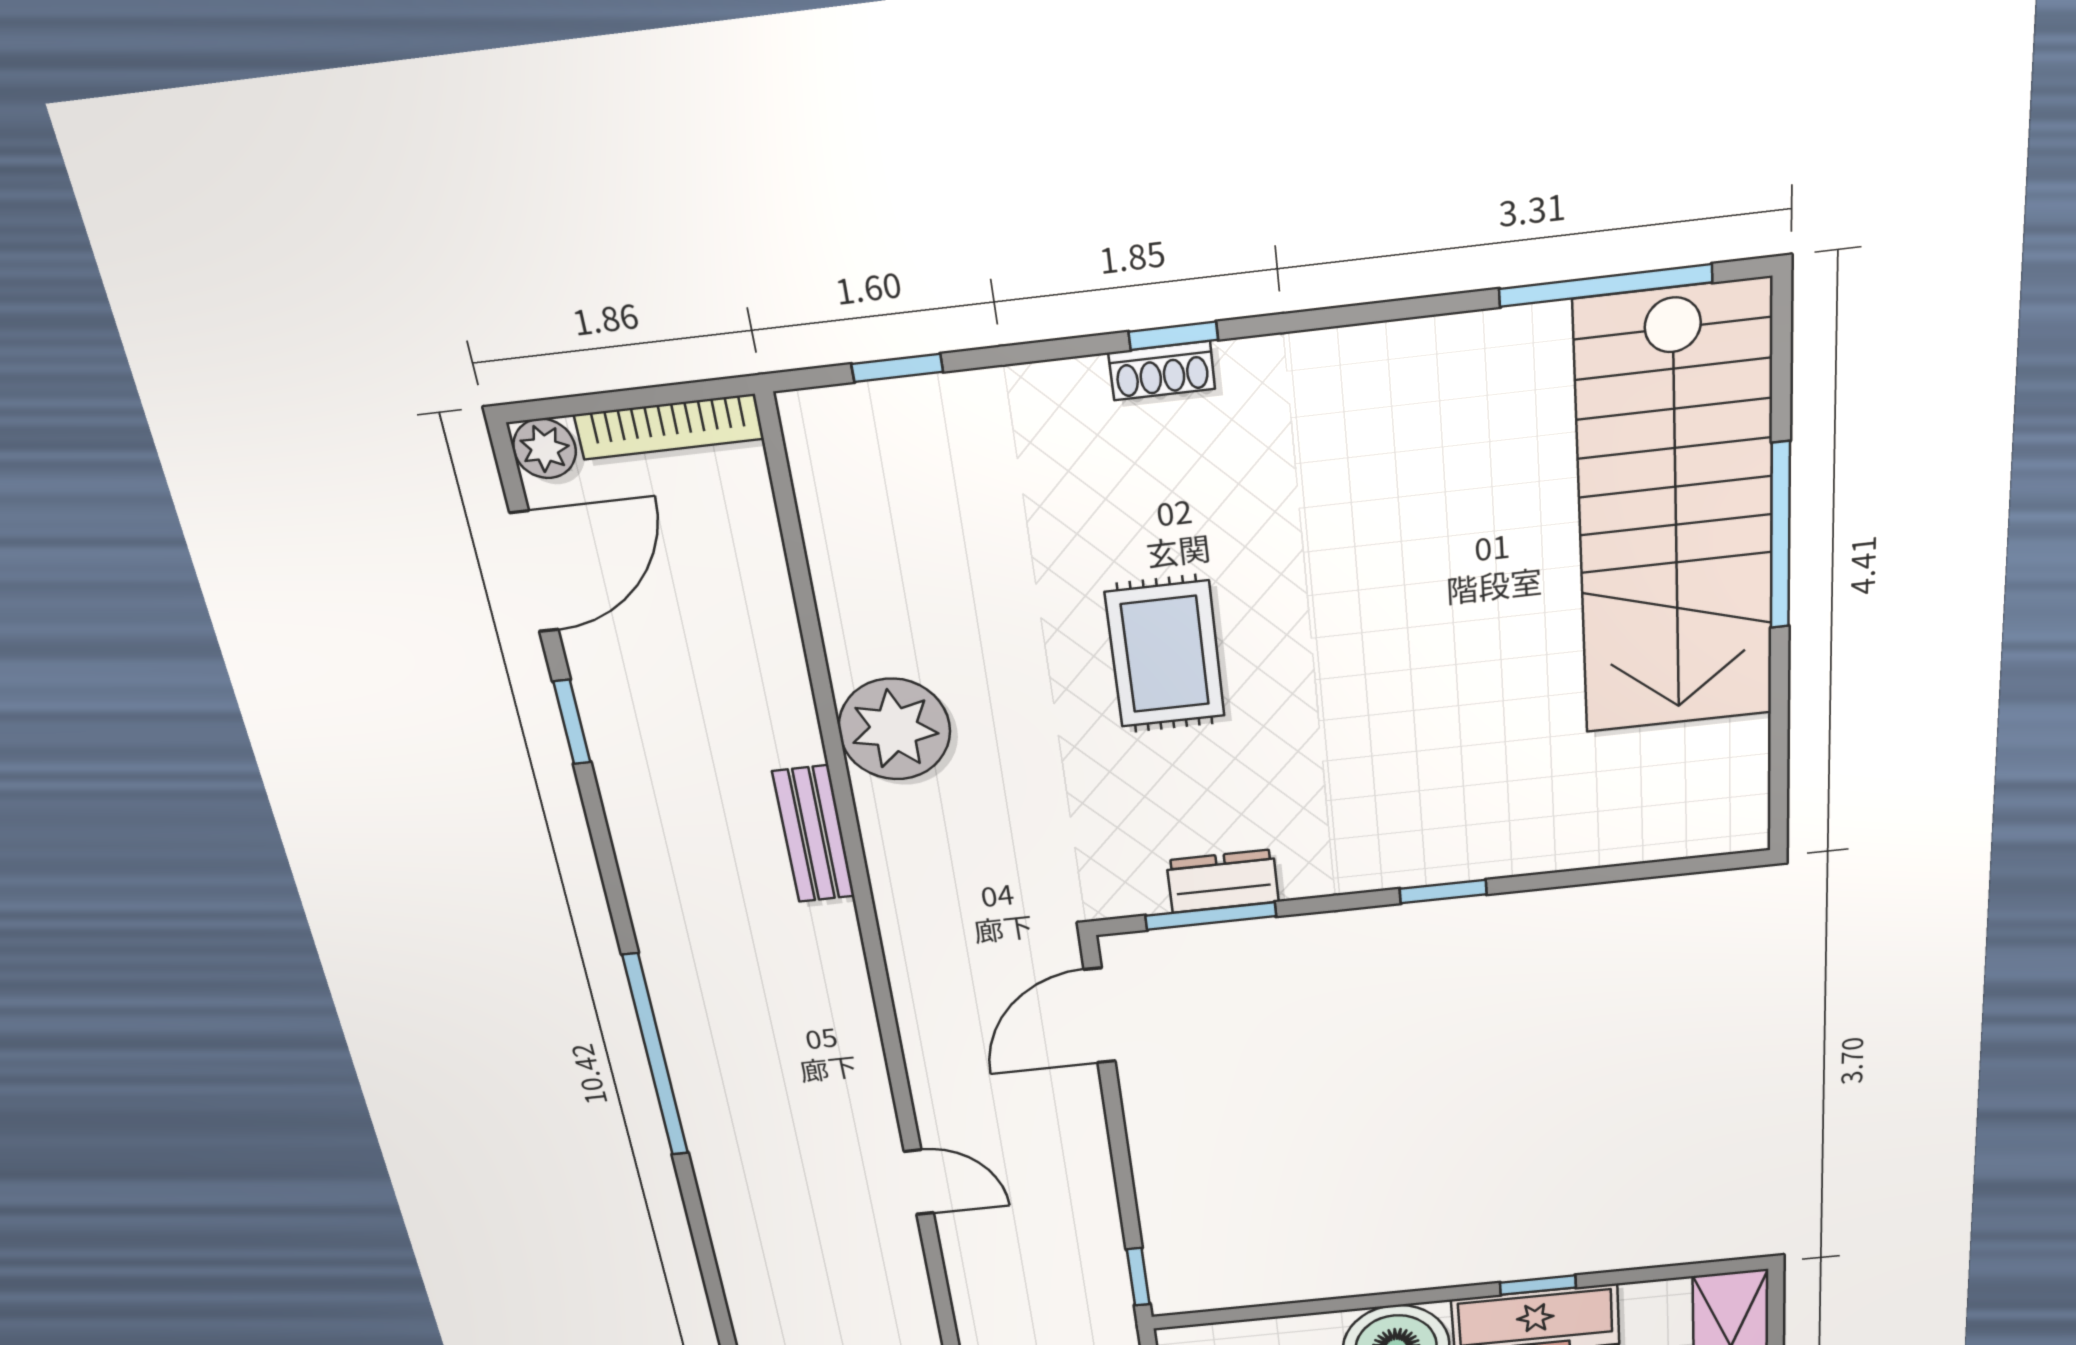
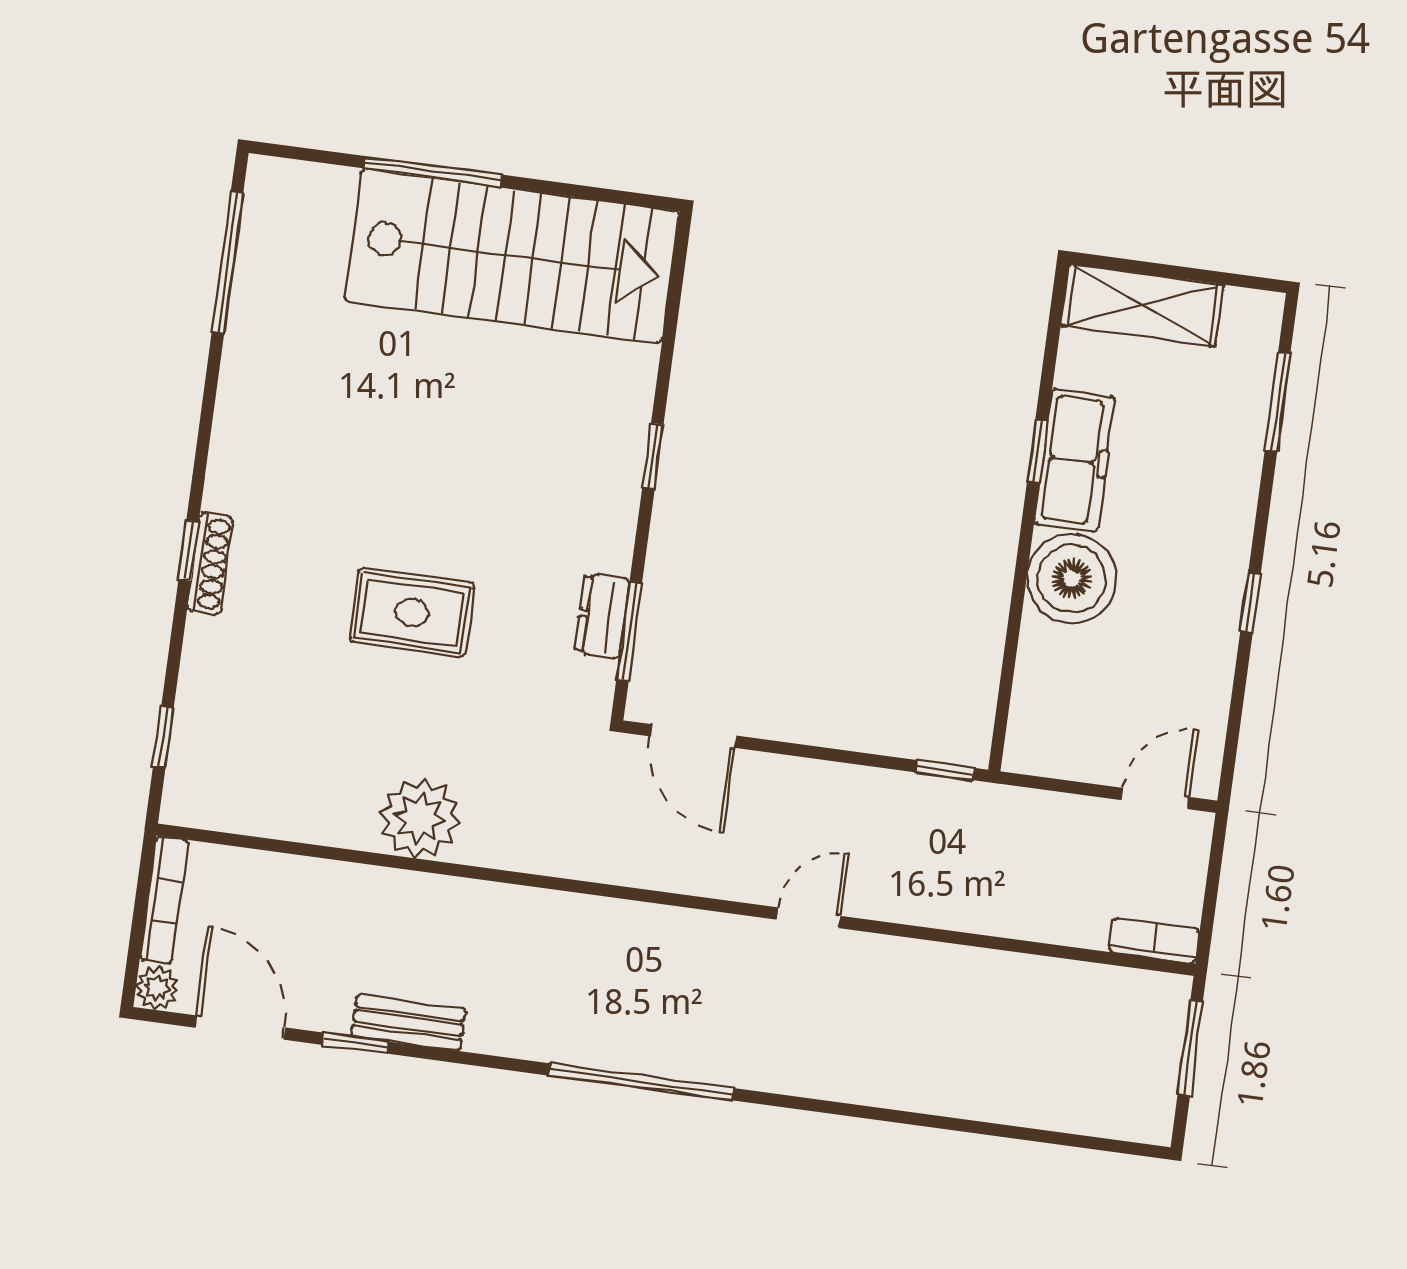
shoe rack: (1162, 371) -> (210, 564), width x1.43
stairs: (1676, 514) -> (512, 256), moved
bench: (814, 834) -> (408, 1023), moved

